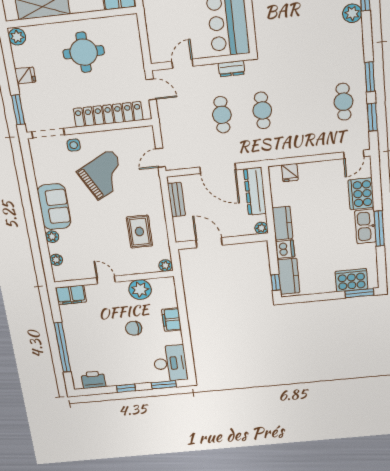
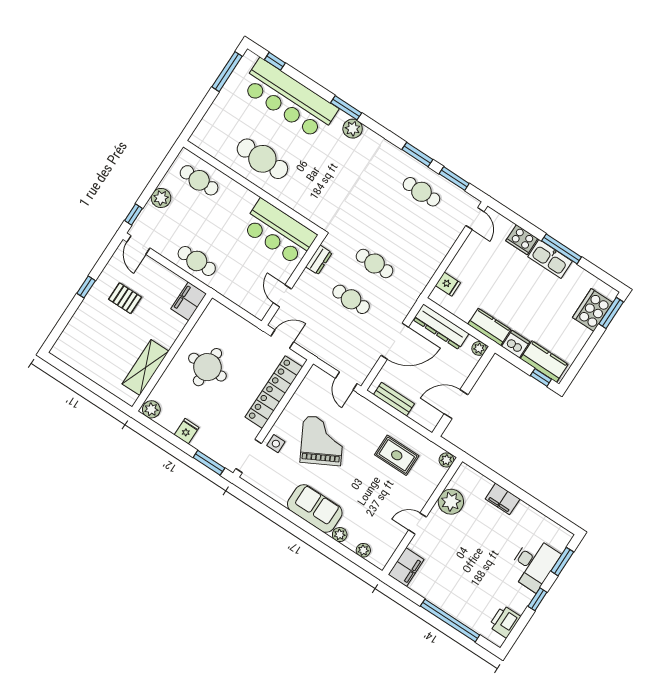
cooker: (361, 194) -> (522, 240), width x0.73, depth x0.76
chair: (134, 328) -> (483, 540), removed
desk: (170, 363) -> (534, 564), moved, turned 90

